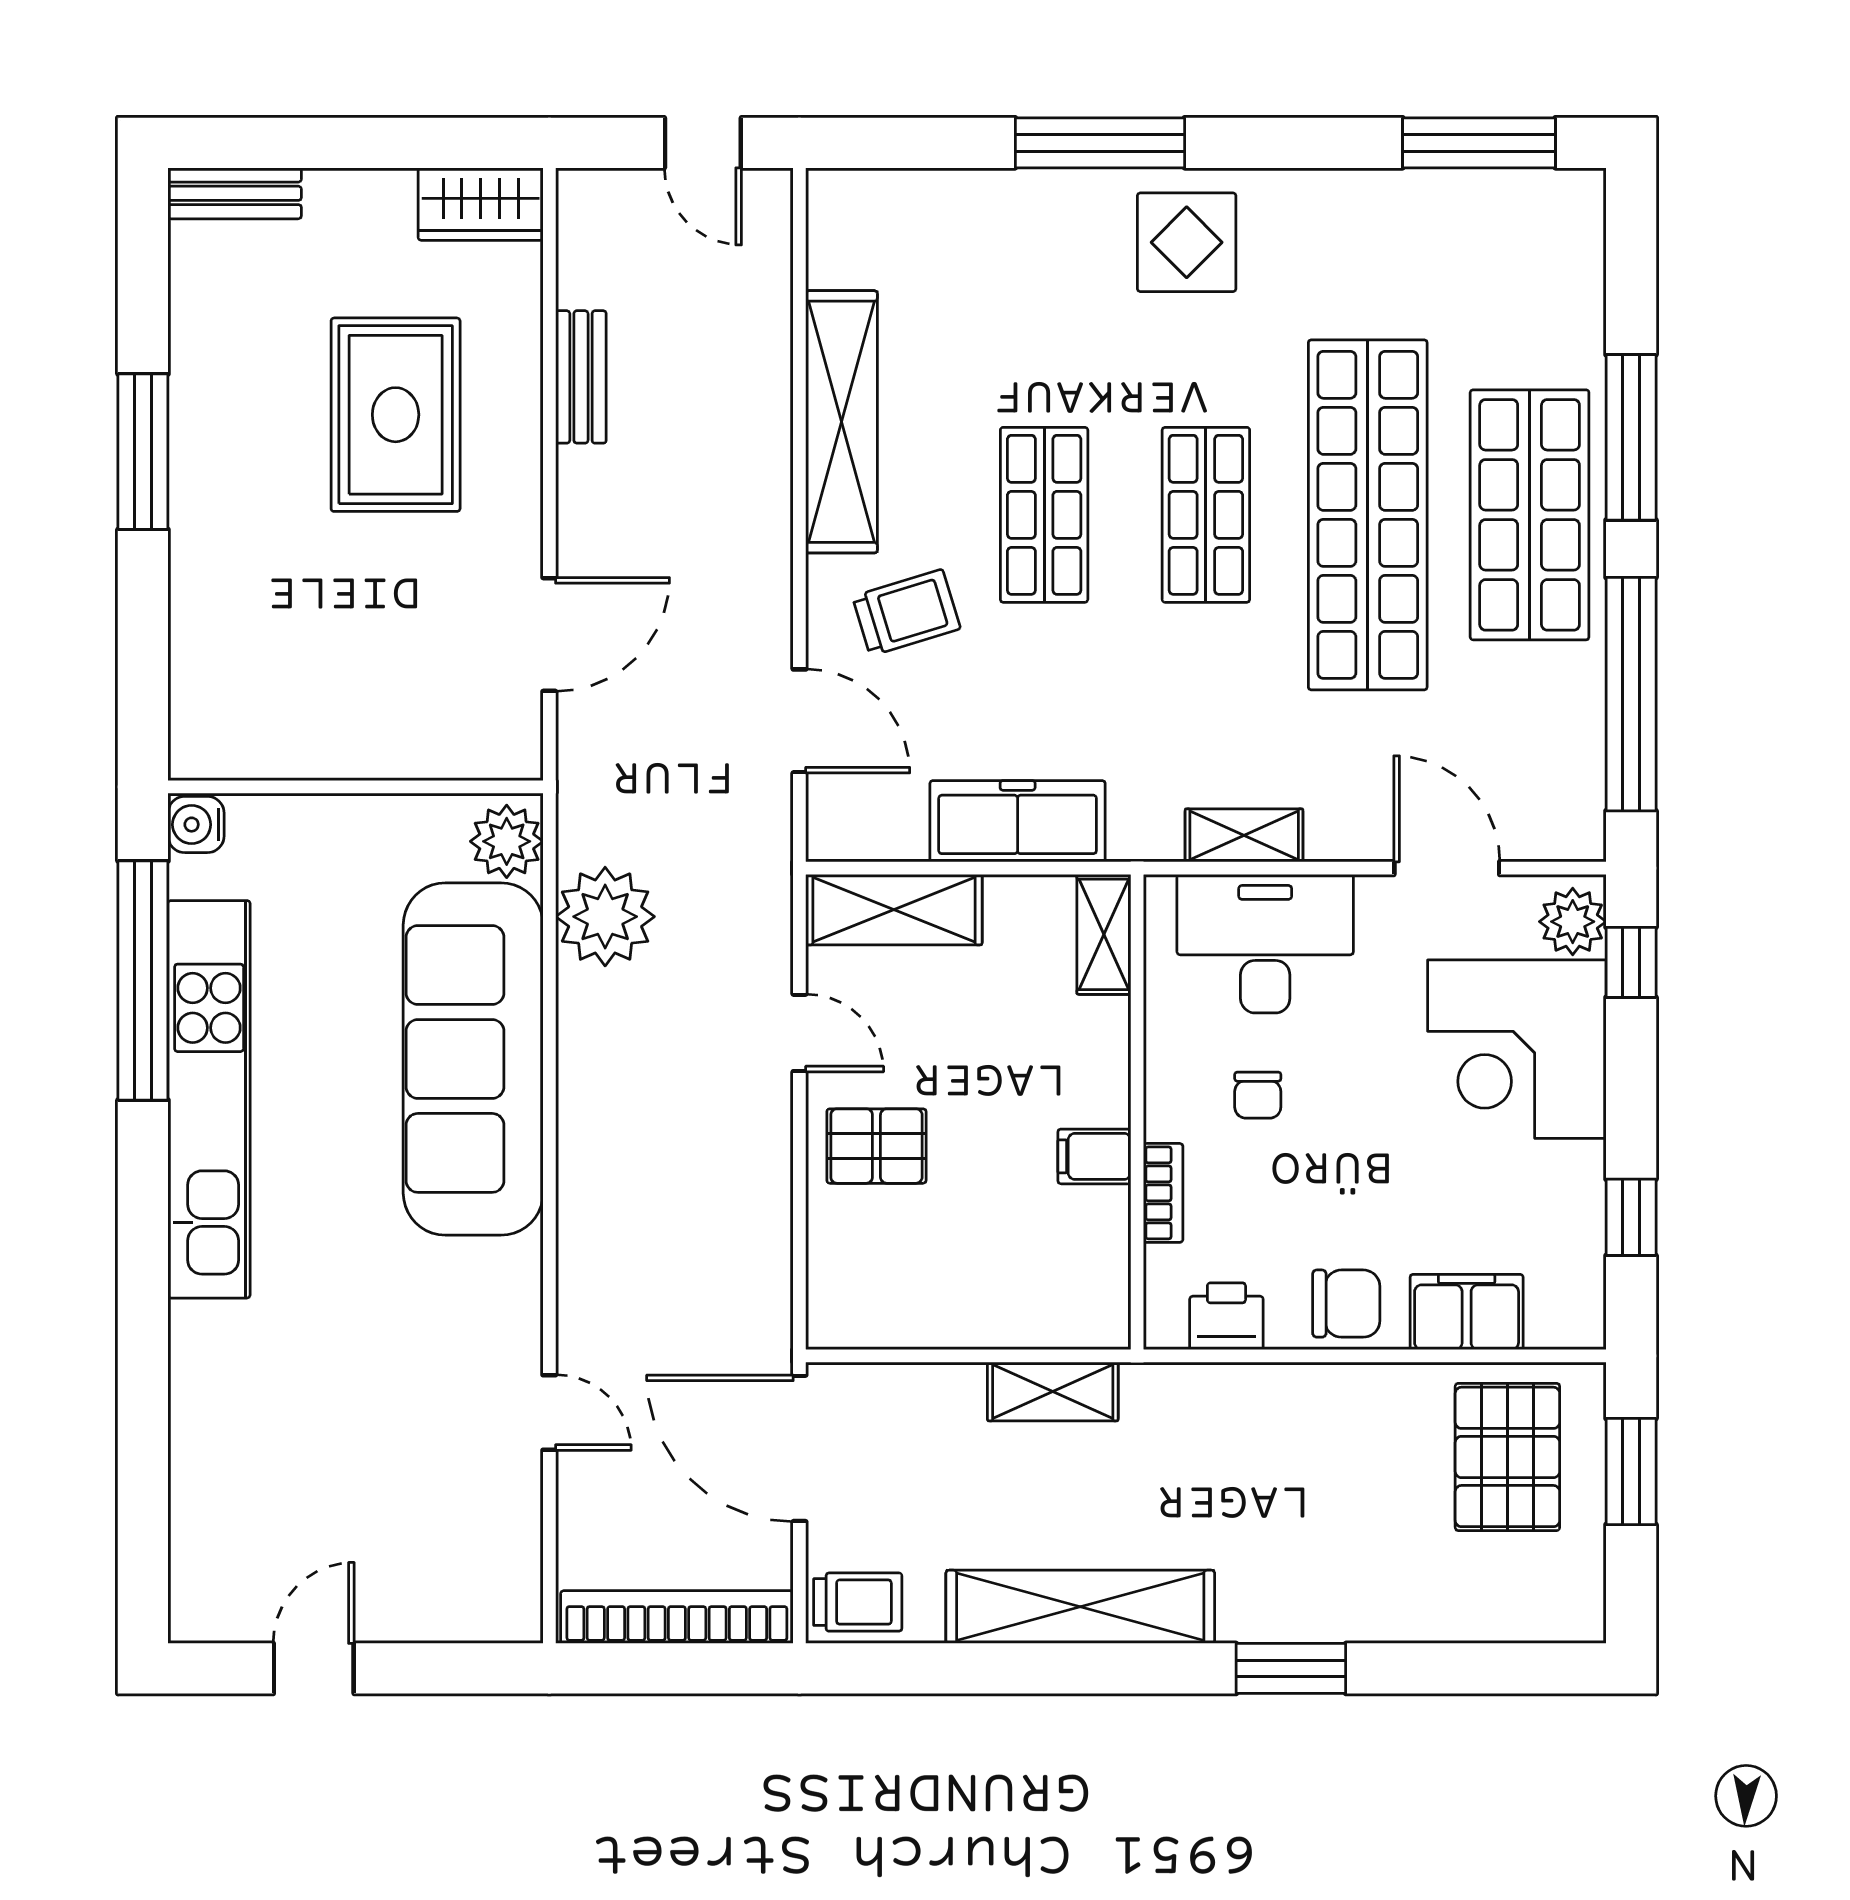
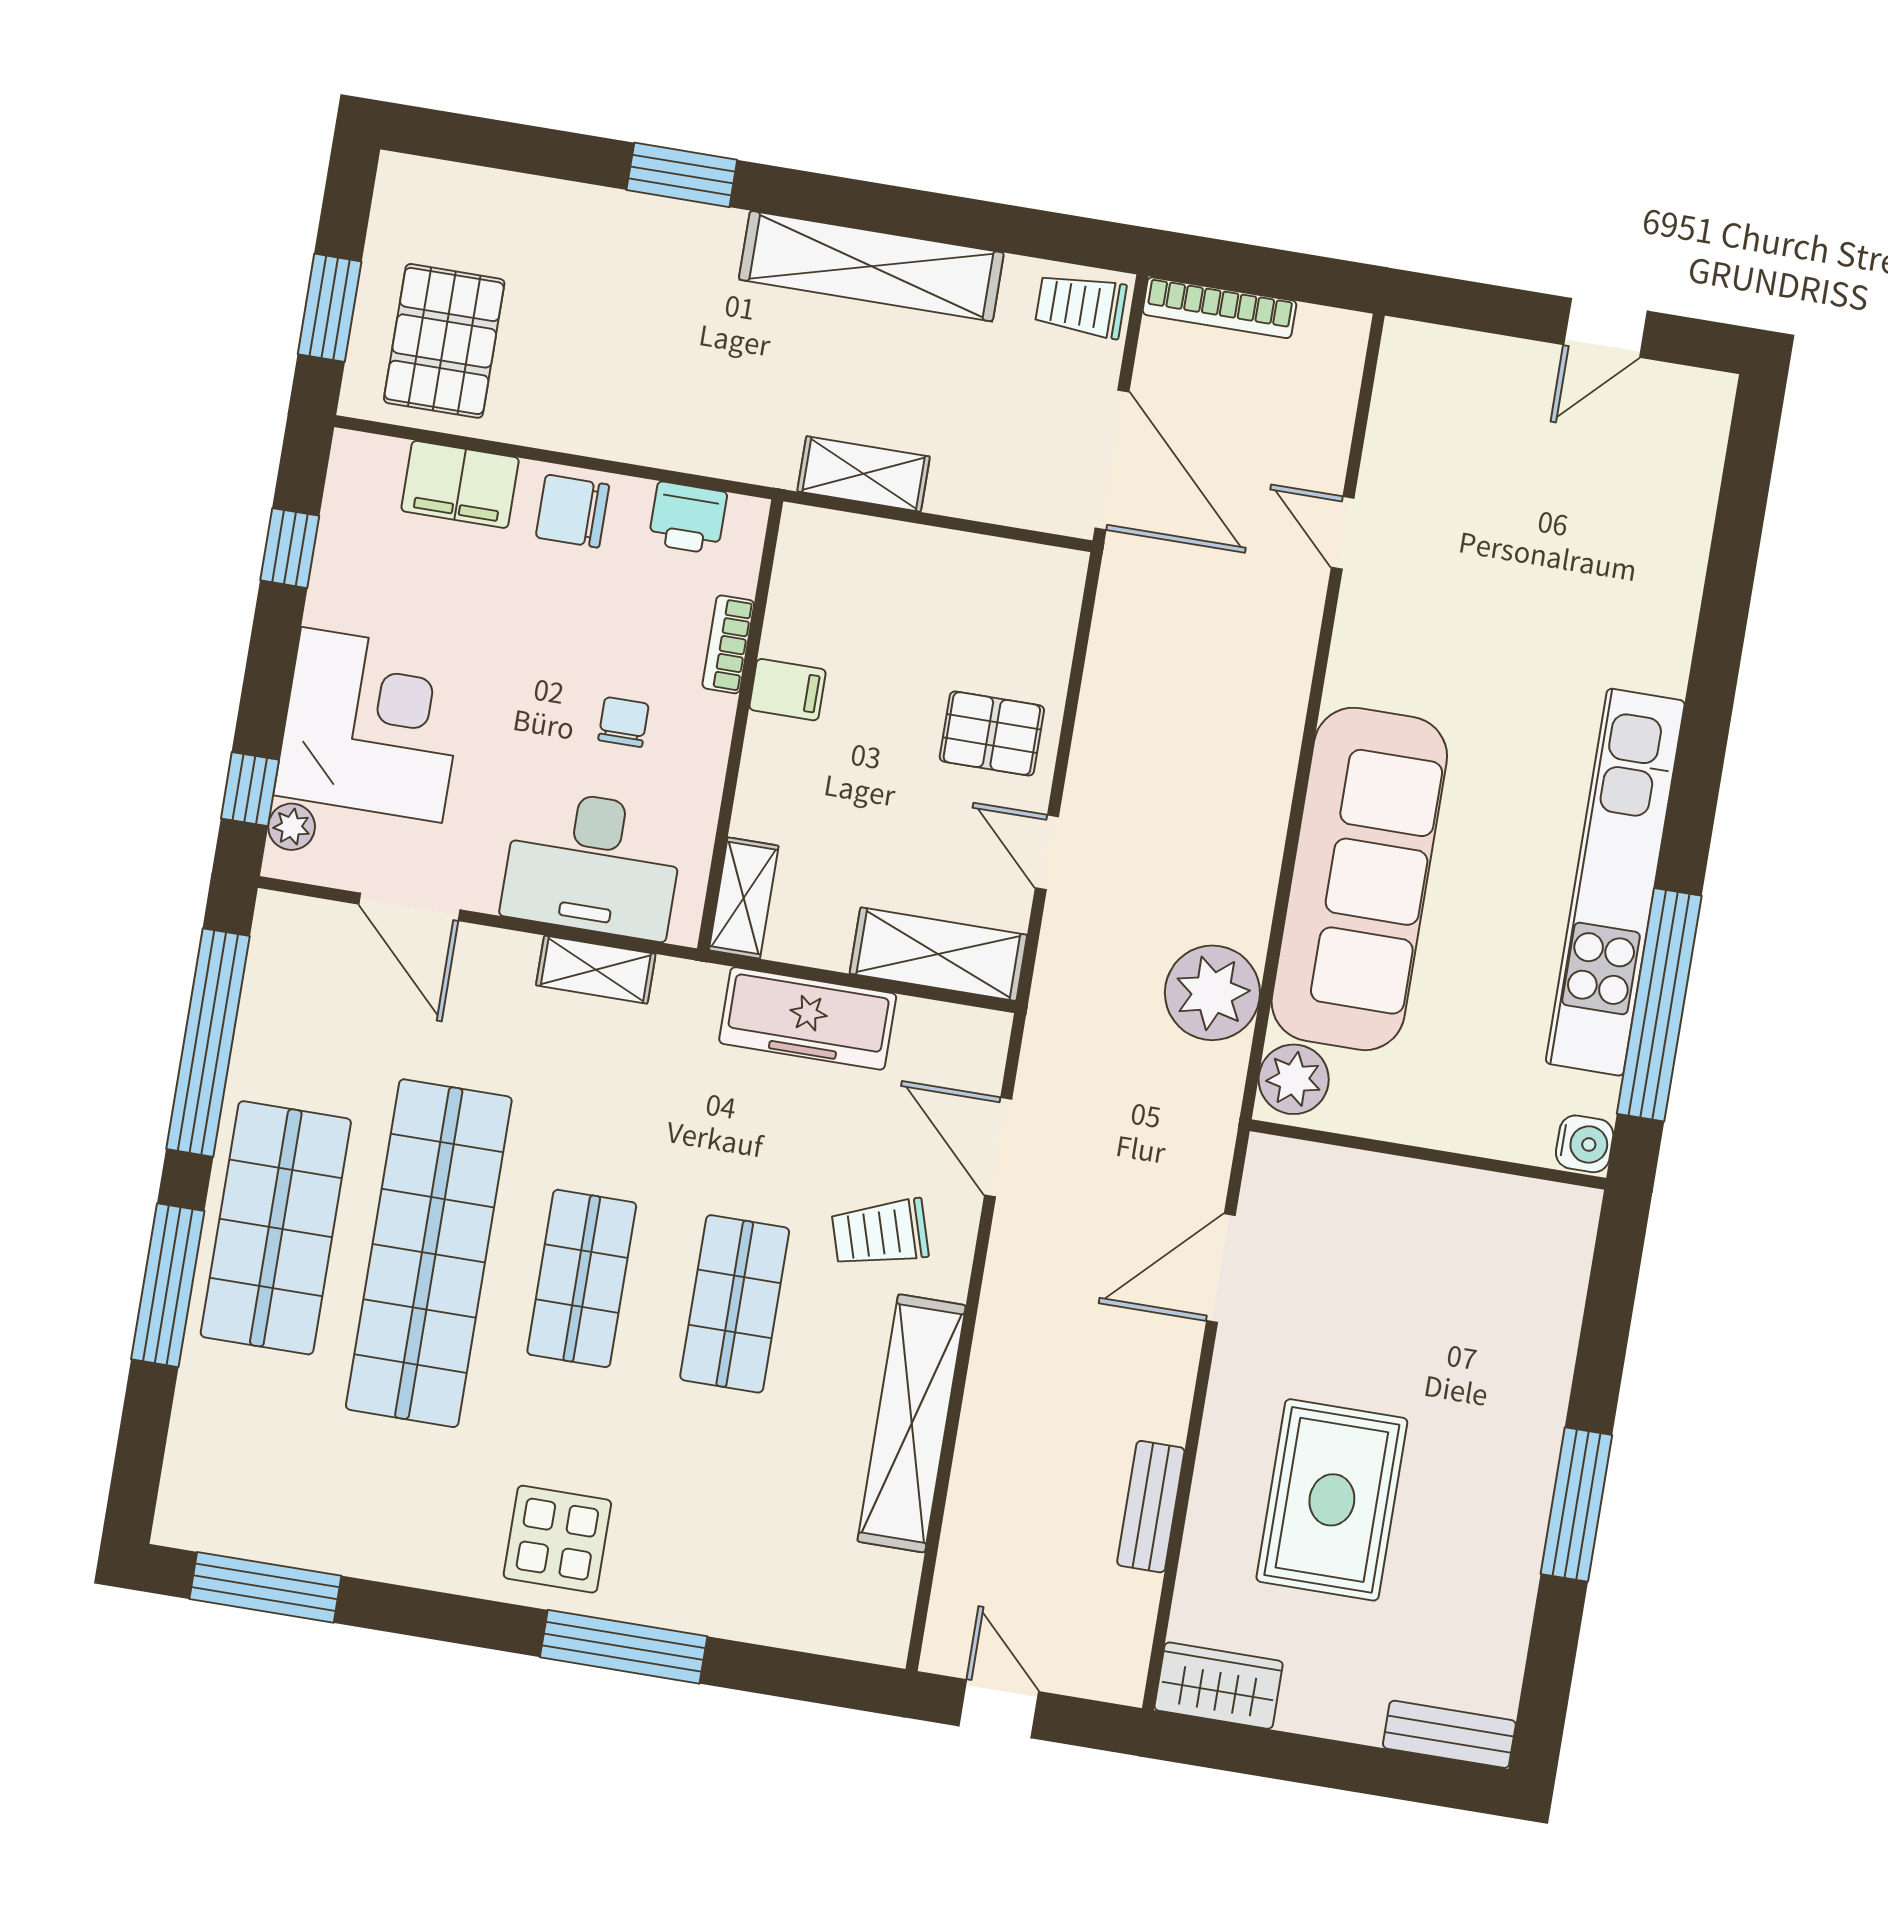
plant: (1573, 922) -> (292, 827), width x0.73, depth x0.73
bookcase: (677, 1617) -> (1219, 308), width x0.68, depth x0.76

